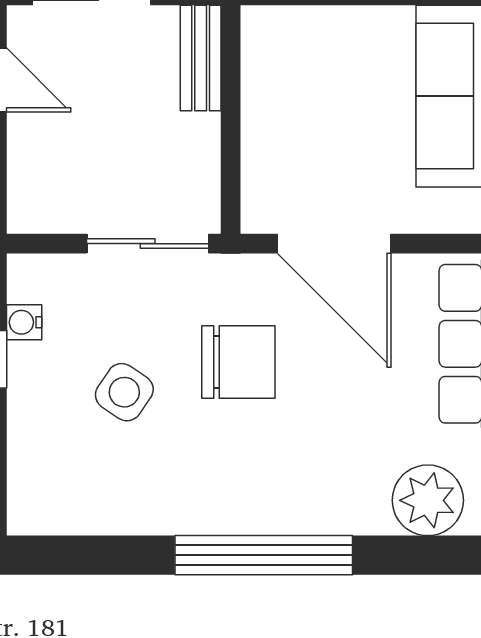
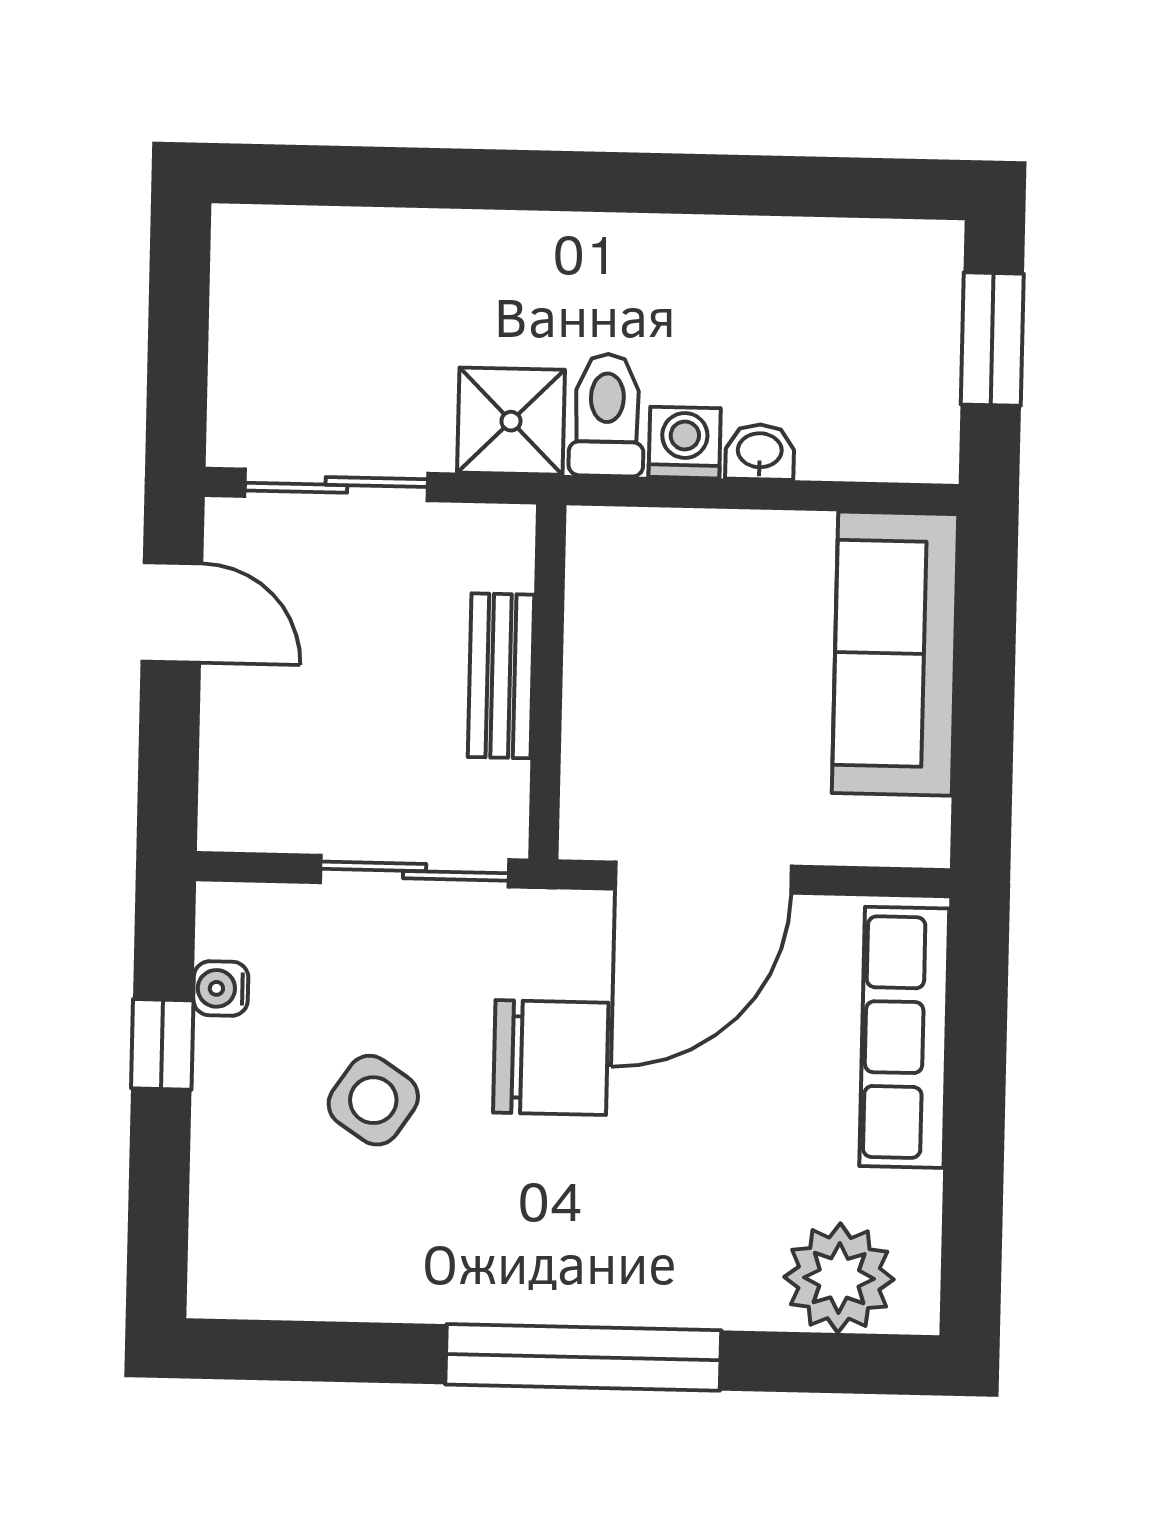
bench: (201, 58) -> (501, 676), moved
door: (334, 244) -> (703, 878), hinge flipped

